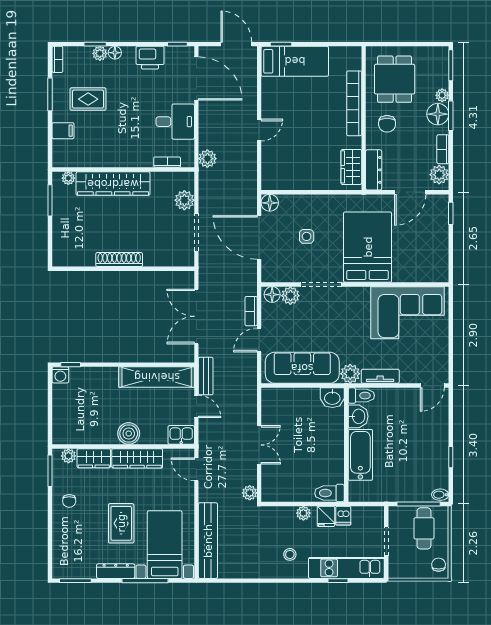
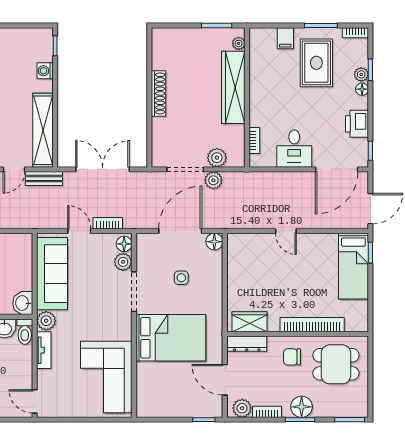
plant: (442, 95) -> (320, 411), removed
rug: (88, 99) -> (316, 63), width x1.36, depth x1.43
plant: (207, 159) -> (213, 180), moved
washing machine: (60, 375) -> (45, 71), moved

